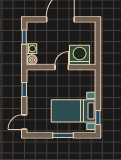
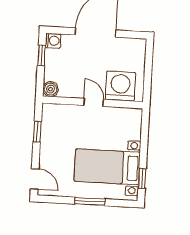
washing machine: (32, 49) -> (53, 41), moved
door: (62, 67) -> (94, 102), hinge flipped
door: (24, 122) -> (35, 179), swing flipped

